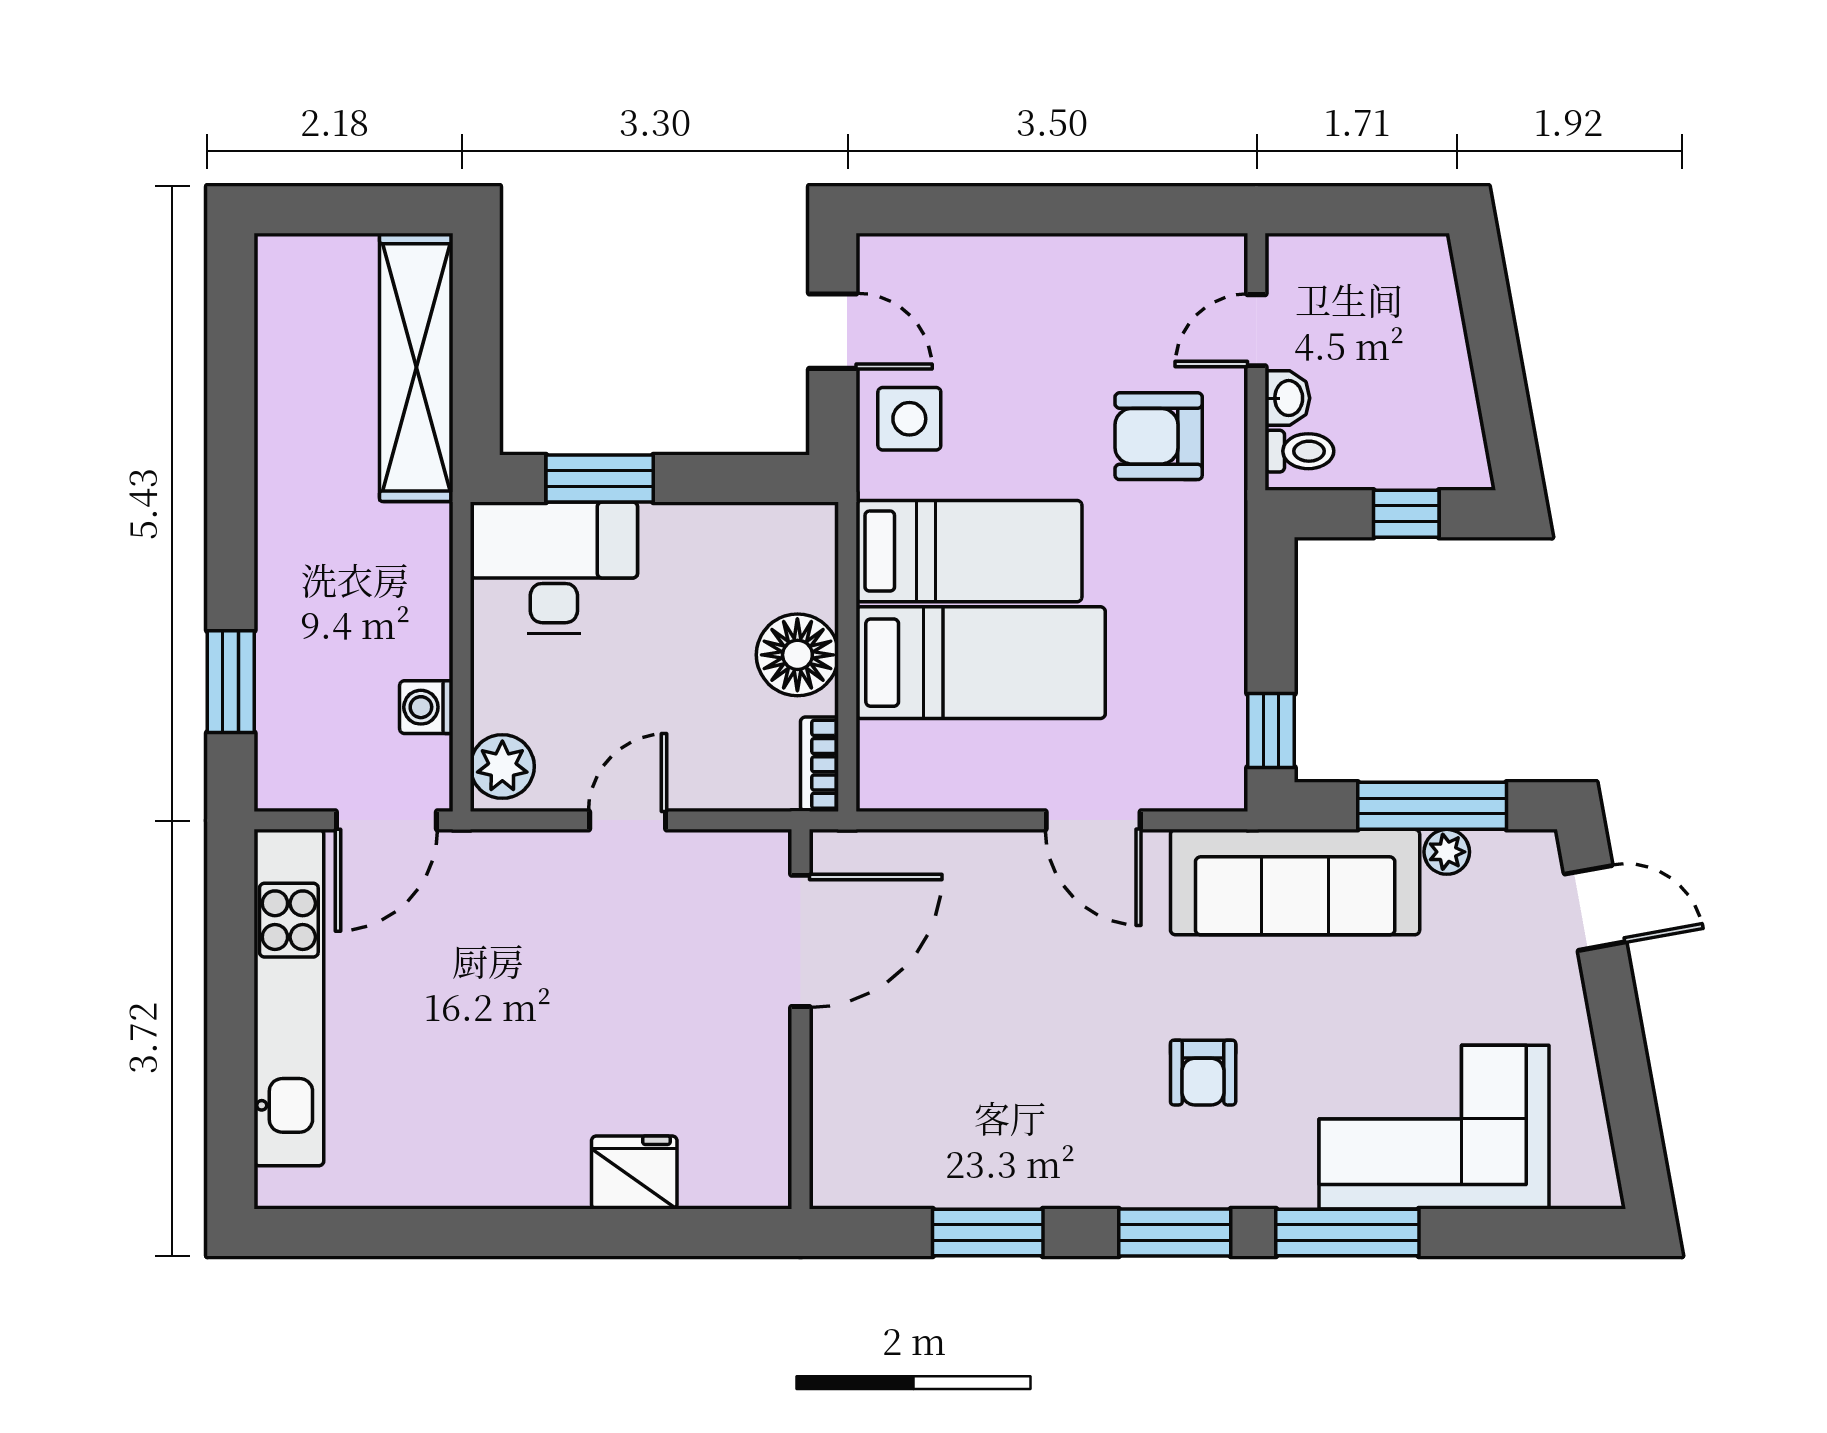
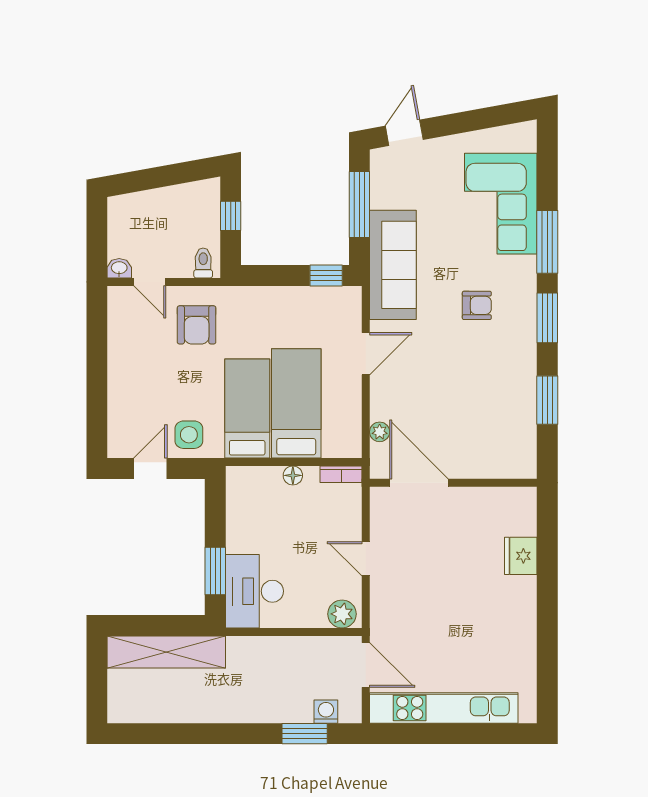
washbasin: (1287, 398) -> (119, 268), moved
floor lamp: (797, 655) -> (293, 475), width x0.53, depth x0.53
washing machine: (426, 707) -> (326, 712), moved, turned 180
plant: (1447, 852) -> (380, 432), moved

